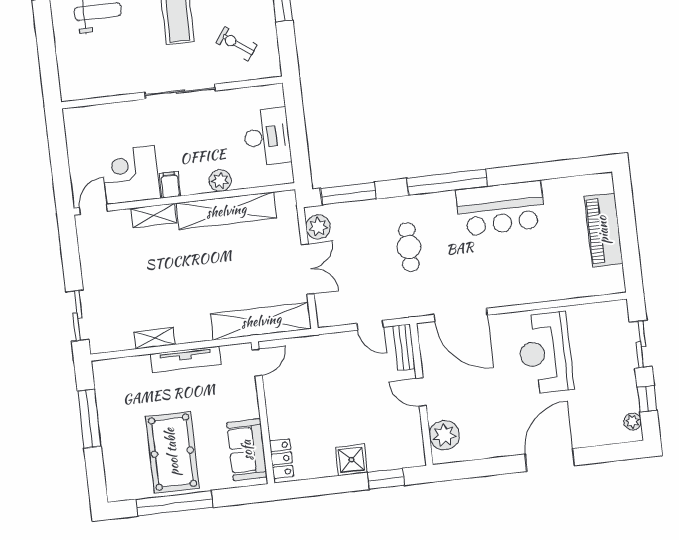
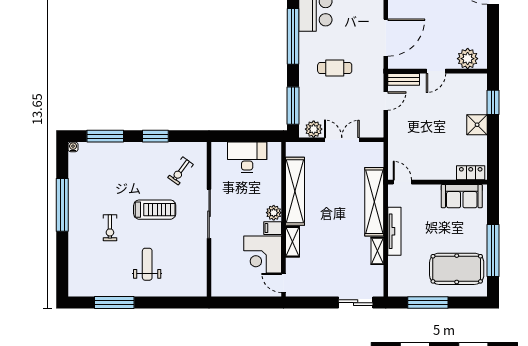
plant: (220, 181) -> (274, 213), moved
shelving: (261, 321) -> (374, 202), moved
pool table: (172, 452) -> (457, 269), moved

